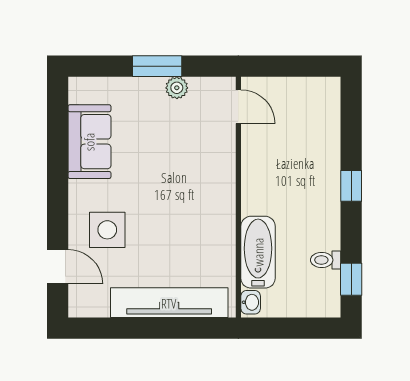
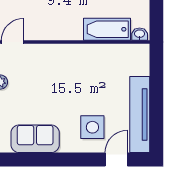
tv unit: (169, 303) -> (140, 115), moved

